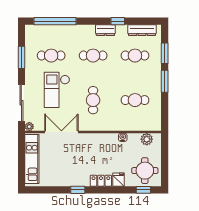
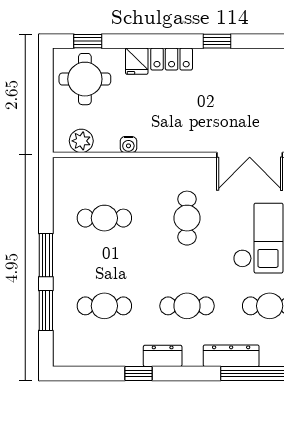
dresser: (142, 30) -> (231, 356), moved

